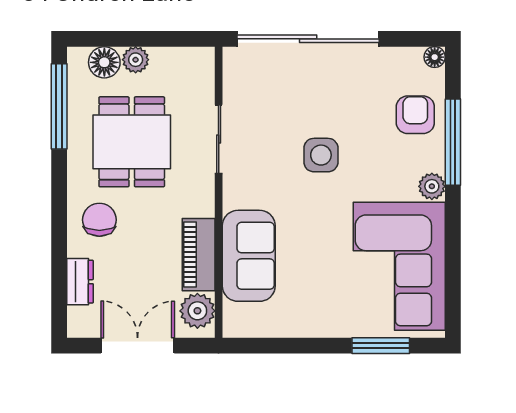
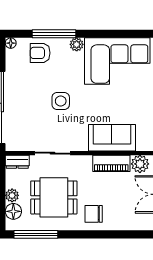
dresser: (80, 282) -> (17, 162), moved, turned 180

